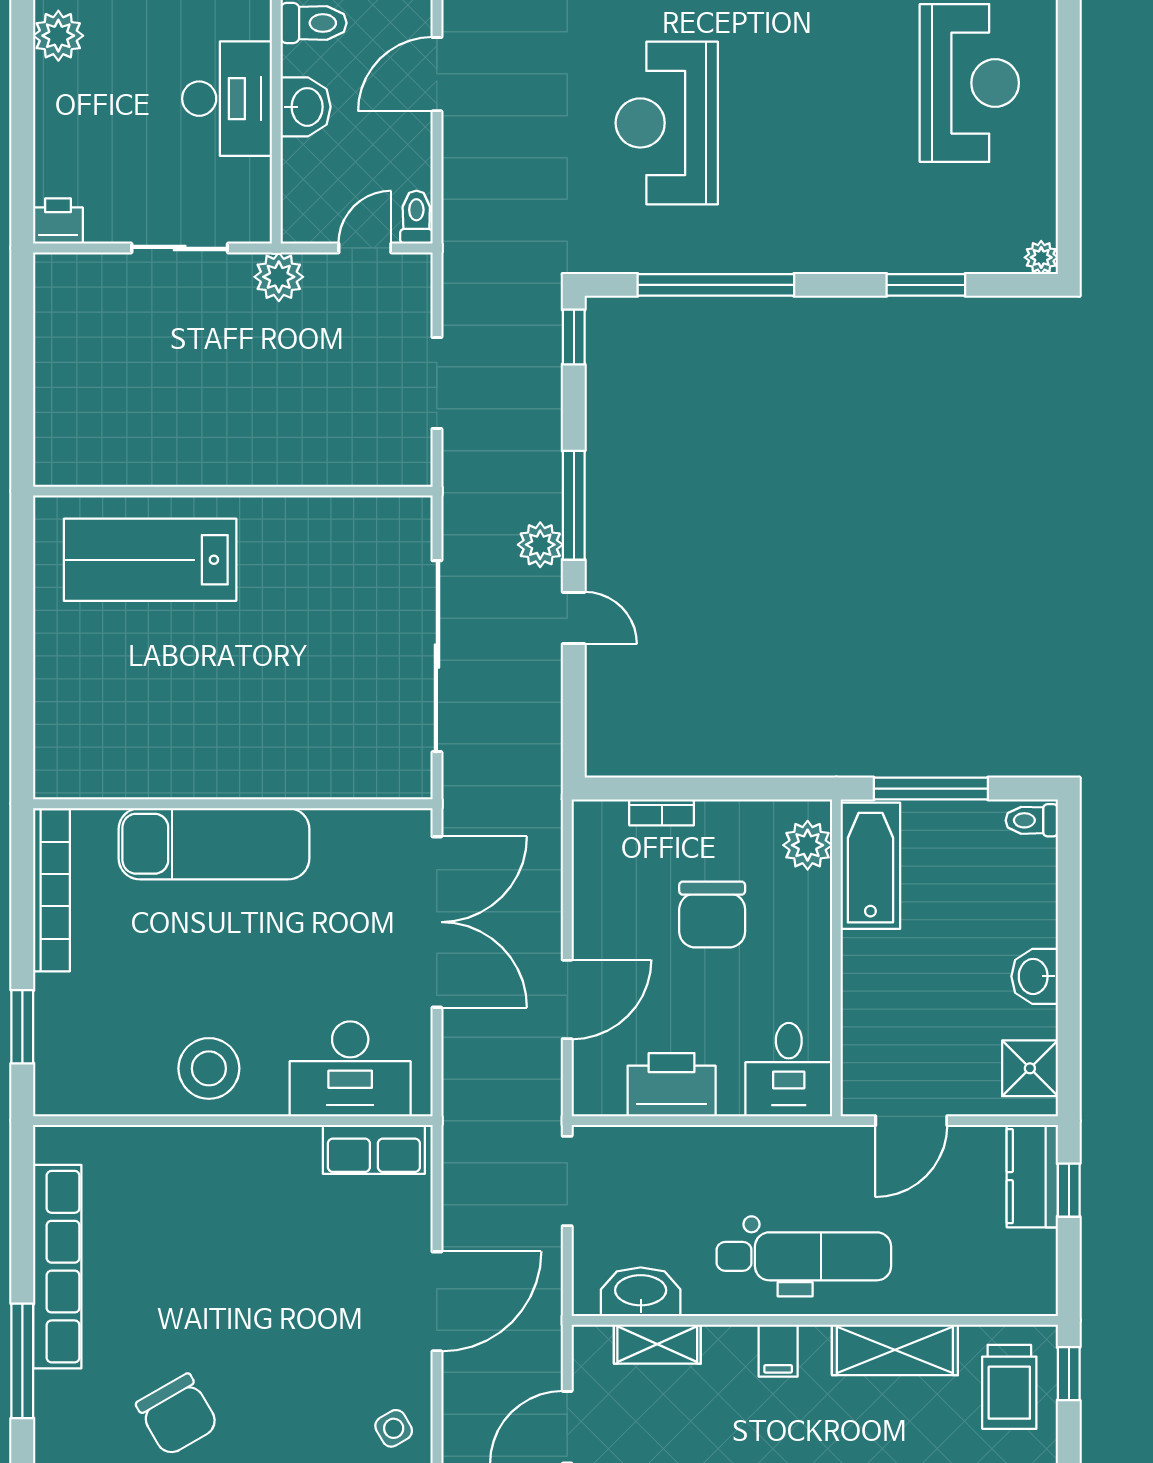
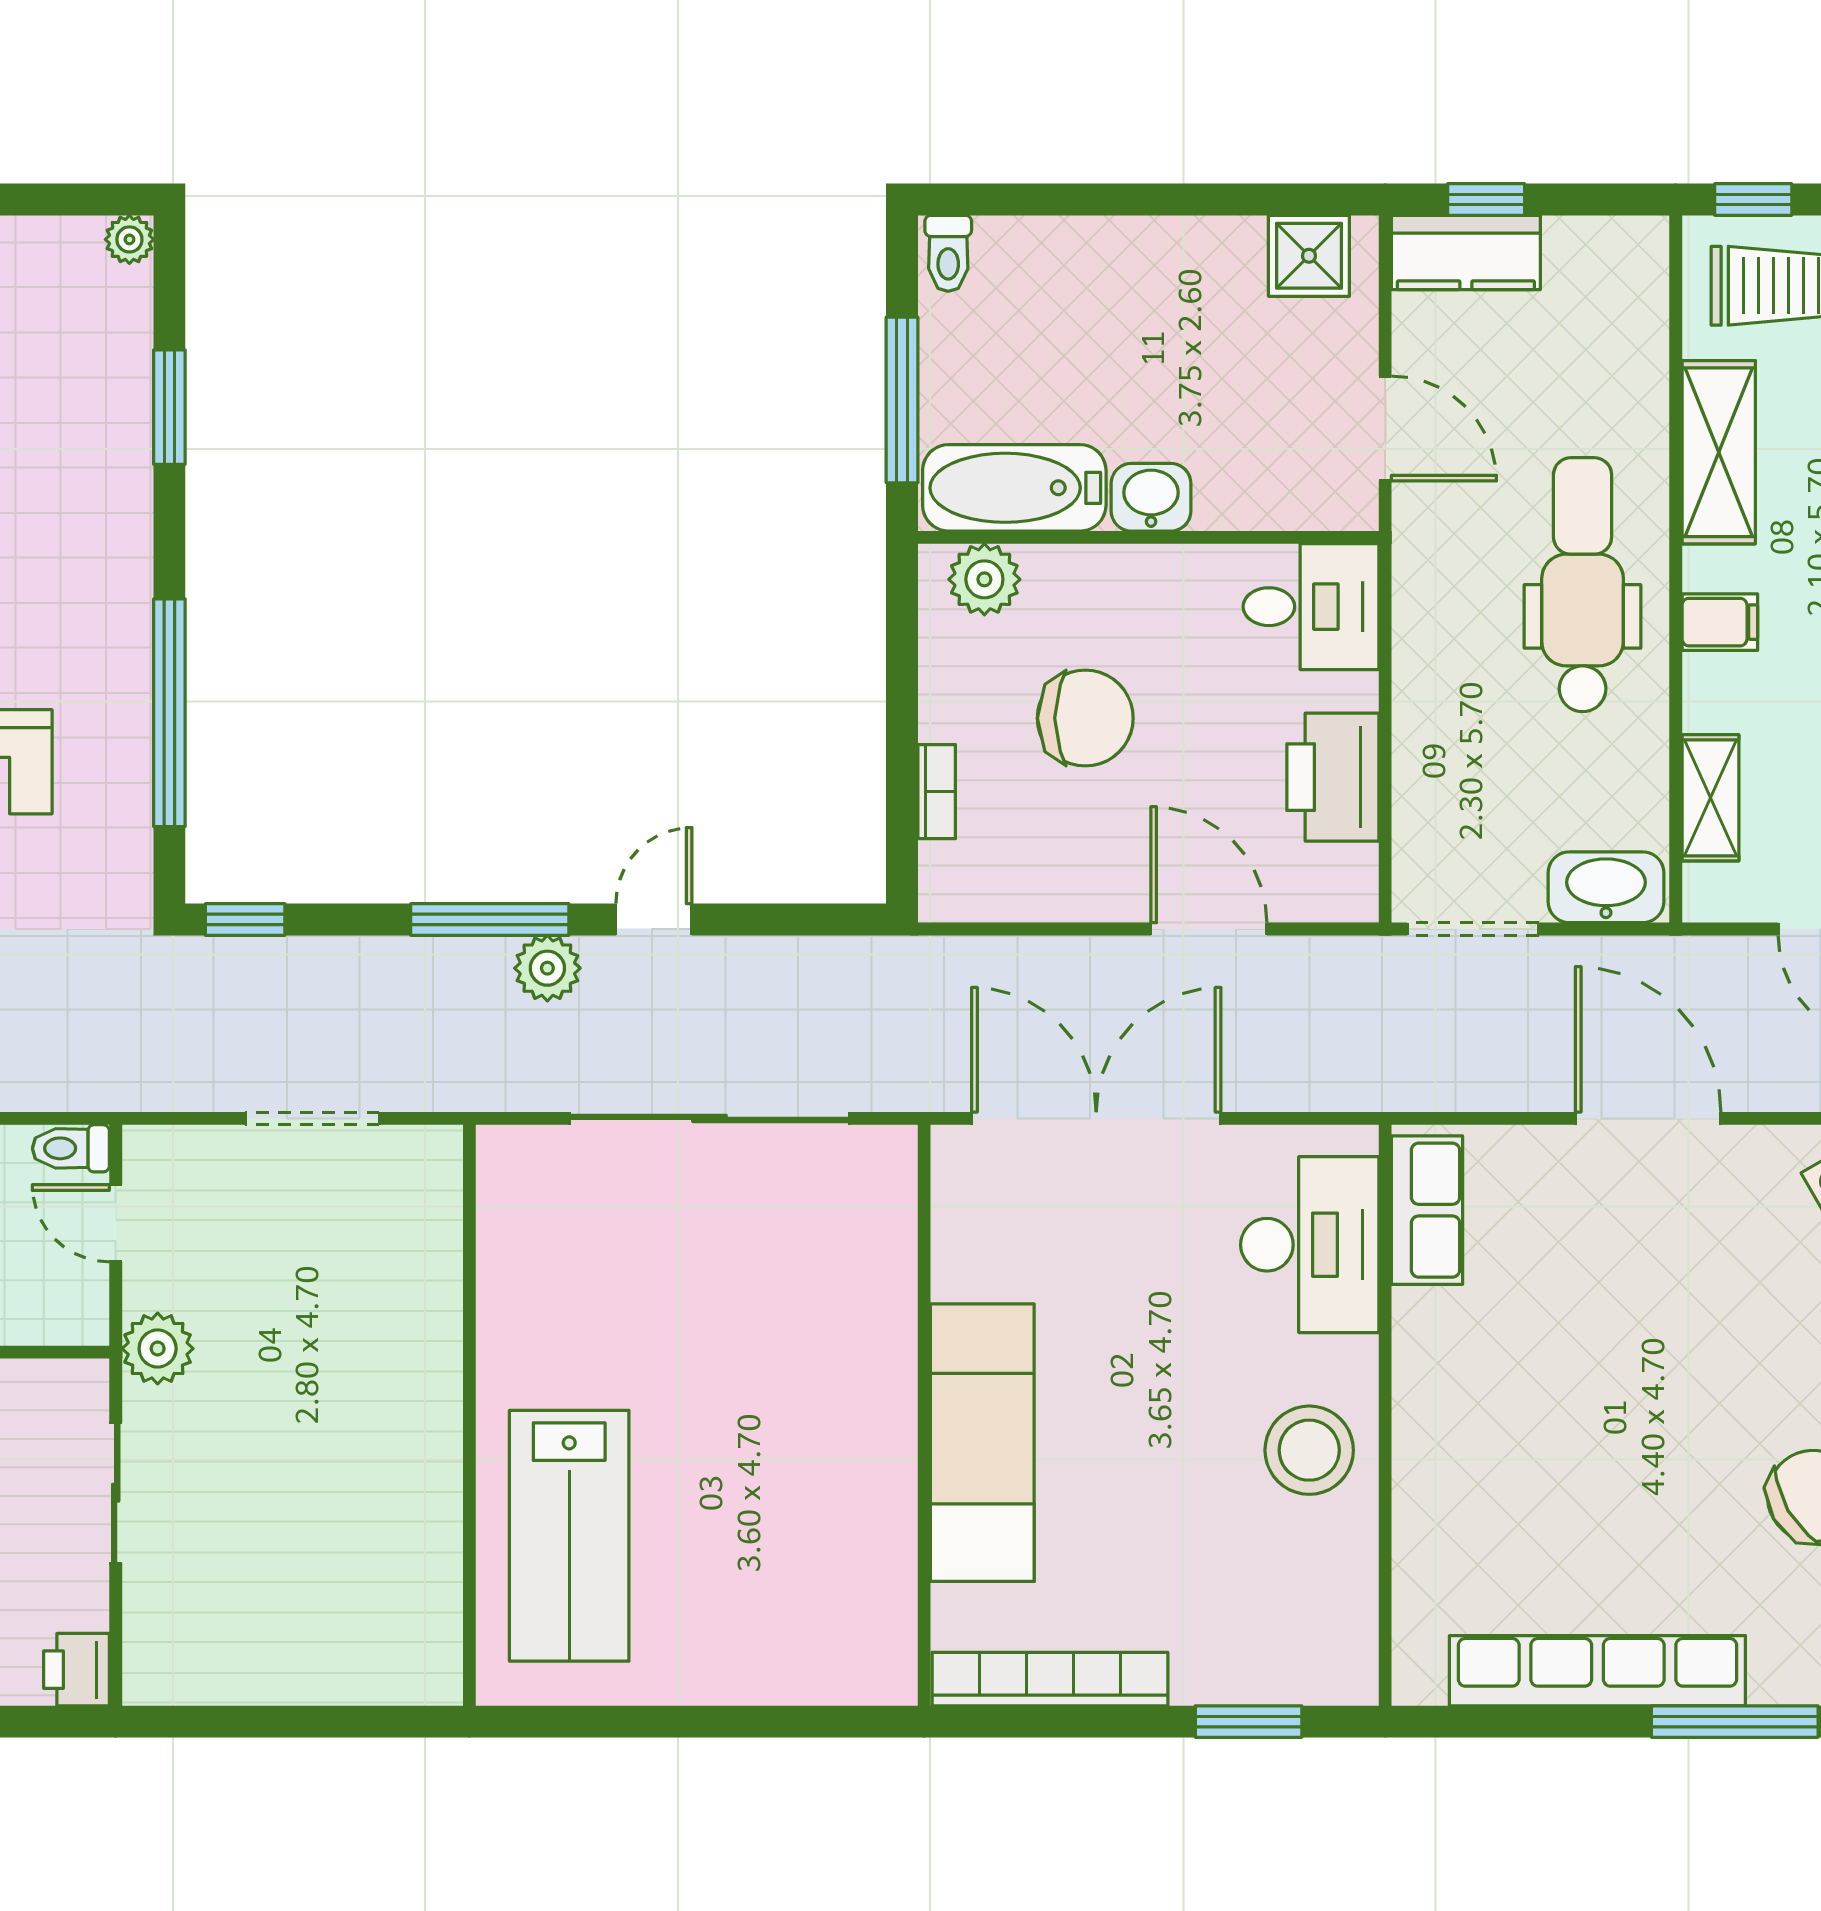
washbasin: (1035, 976) -> (1151, 497), moved, turned 180
washbasin: (641, 1292) -> (1606, 887), moved, turned 90

